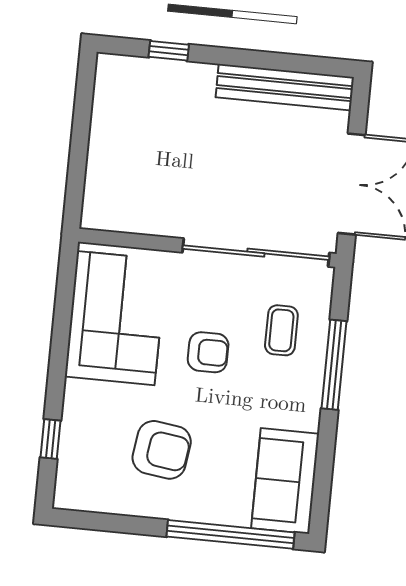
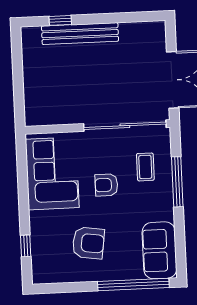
bench: (285, 87) -> (80, 34), moved
armchair: (208, 352) -> (106, 185), turned 180

